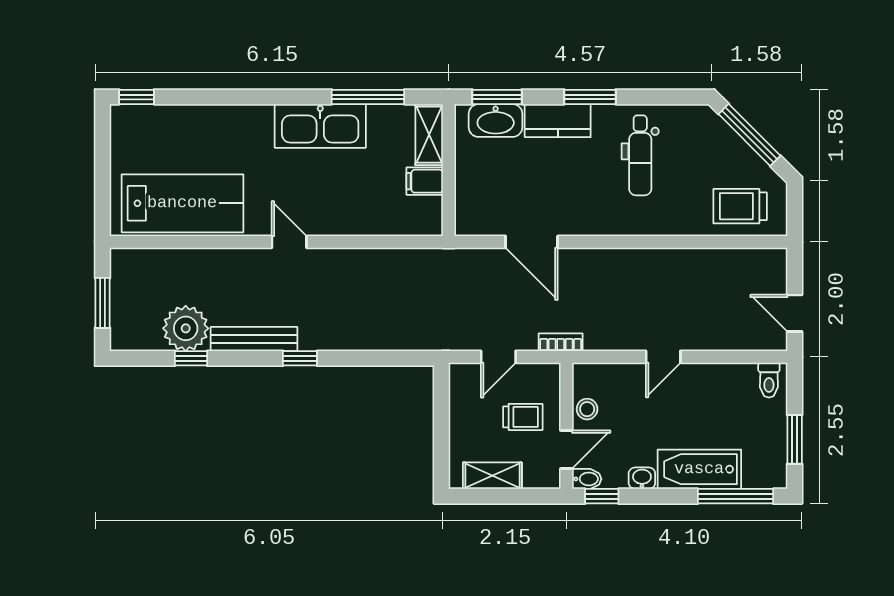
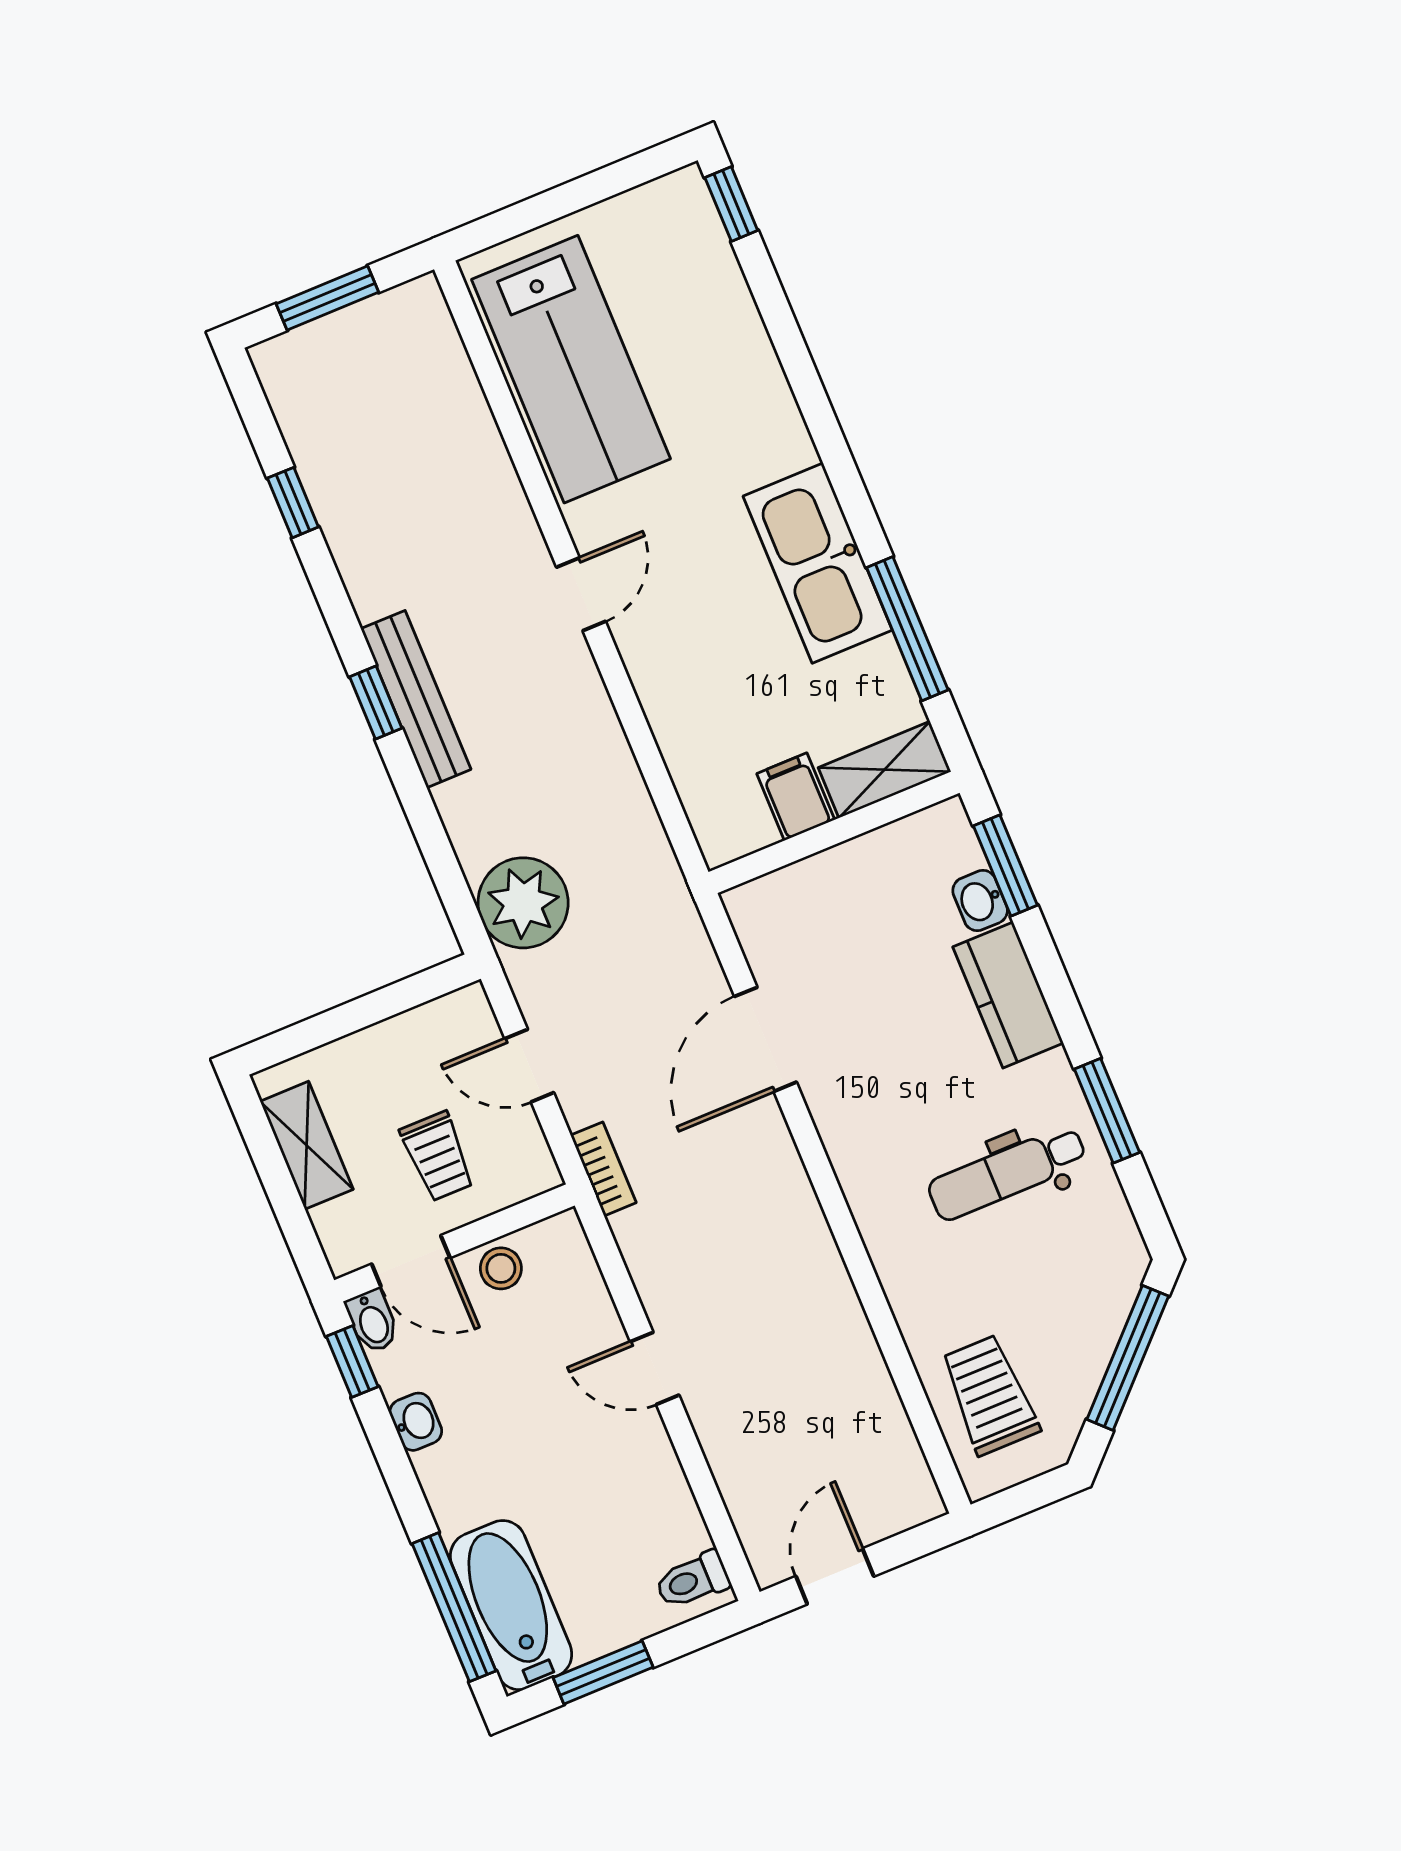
window: (590, 97) -> (1107, 1111), moved
washbasin: (496, 121) -> (980, 901), width x0.52, depth x0.69
plant: (186, 328) -> (523, 903), moved
bench: (254, 339) -> (416, 699), moved
bathtub: (699, 469) -> (511, 1605), moved

